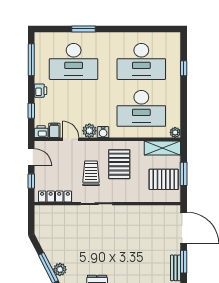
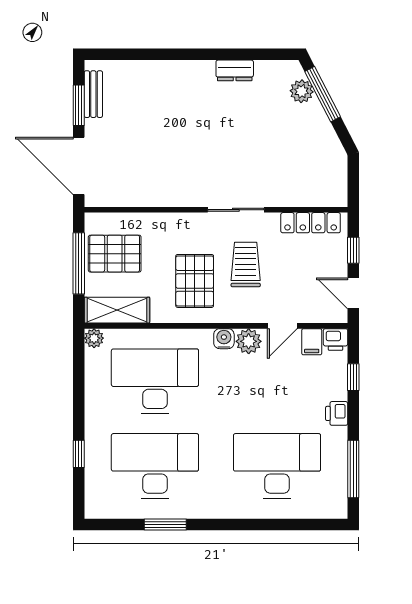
window: (83, 29) -> (165, 525), moved
door: (71, 139) -> (282, 326), hinge flipped
trolley: (91, 173) -> (246, 264), turned 180
window: (184, 174) -> (79, 263), width x1.44

